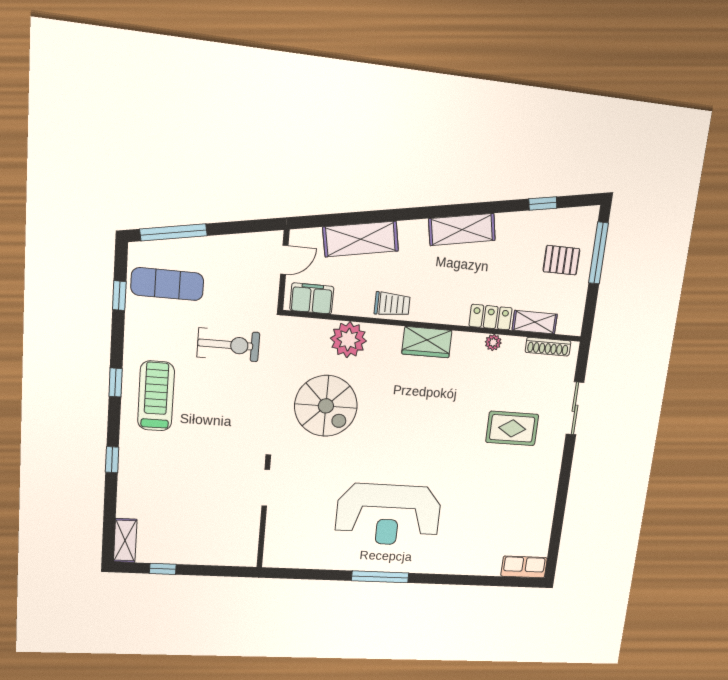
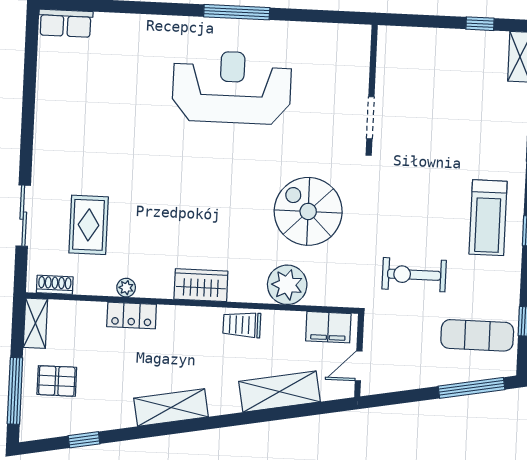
shelving: (535, 322) -> (35, 323), moved, turned 90
shoe rack: (548, 347) -> (55, 285), width x0.70
rug: (512, 428) -> (89, 225), moved, turned 90

